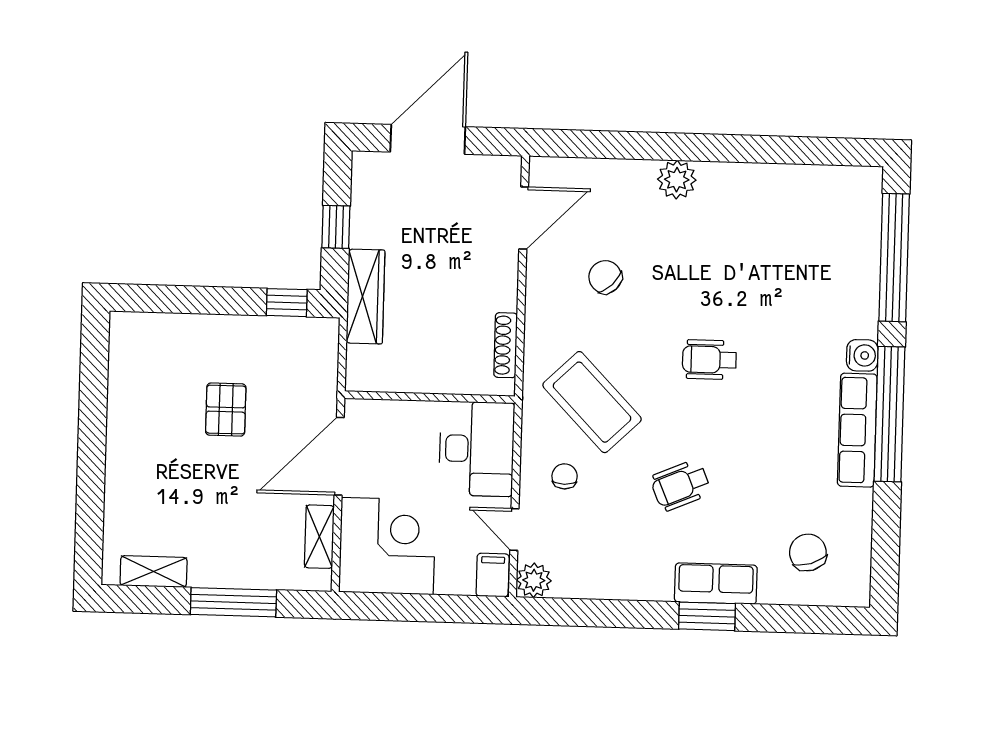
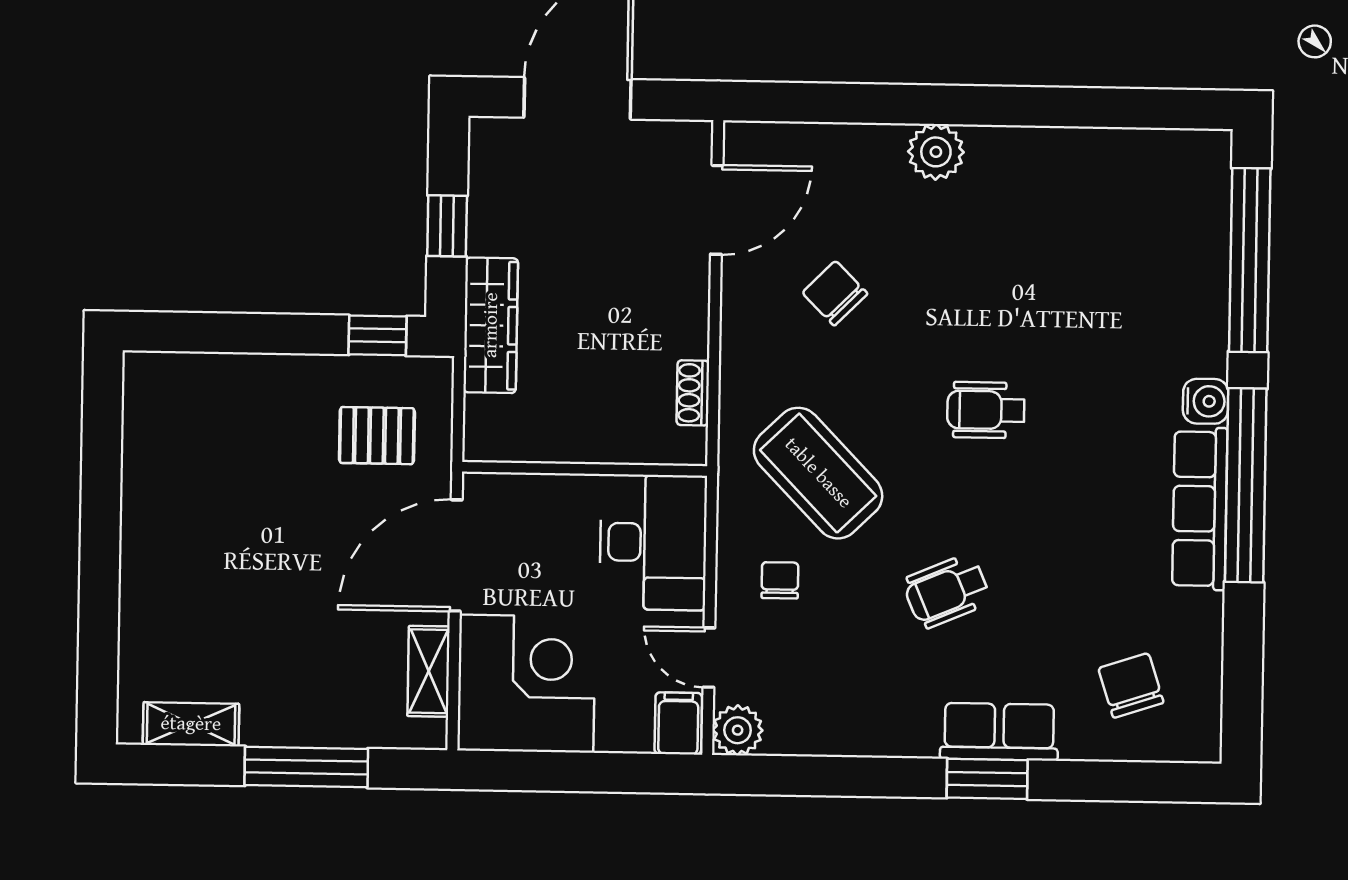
shoe rack: (506, 345) -> (693, 393), width x0.70
pallet: (226, 410) -> (377, 436), moved, turned 90

